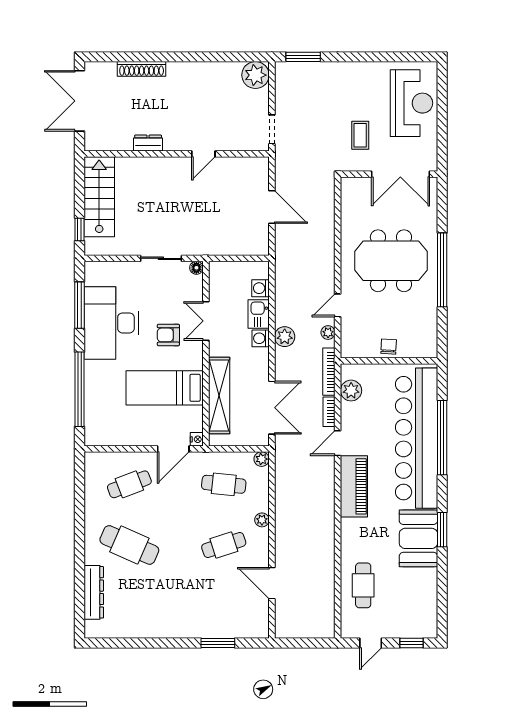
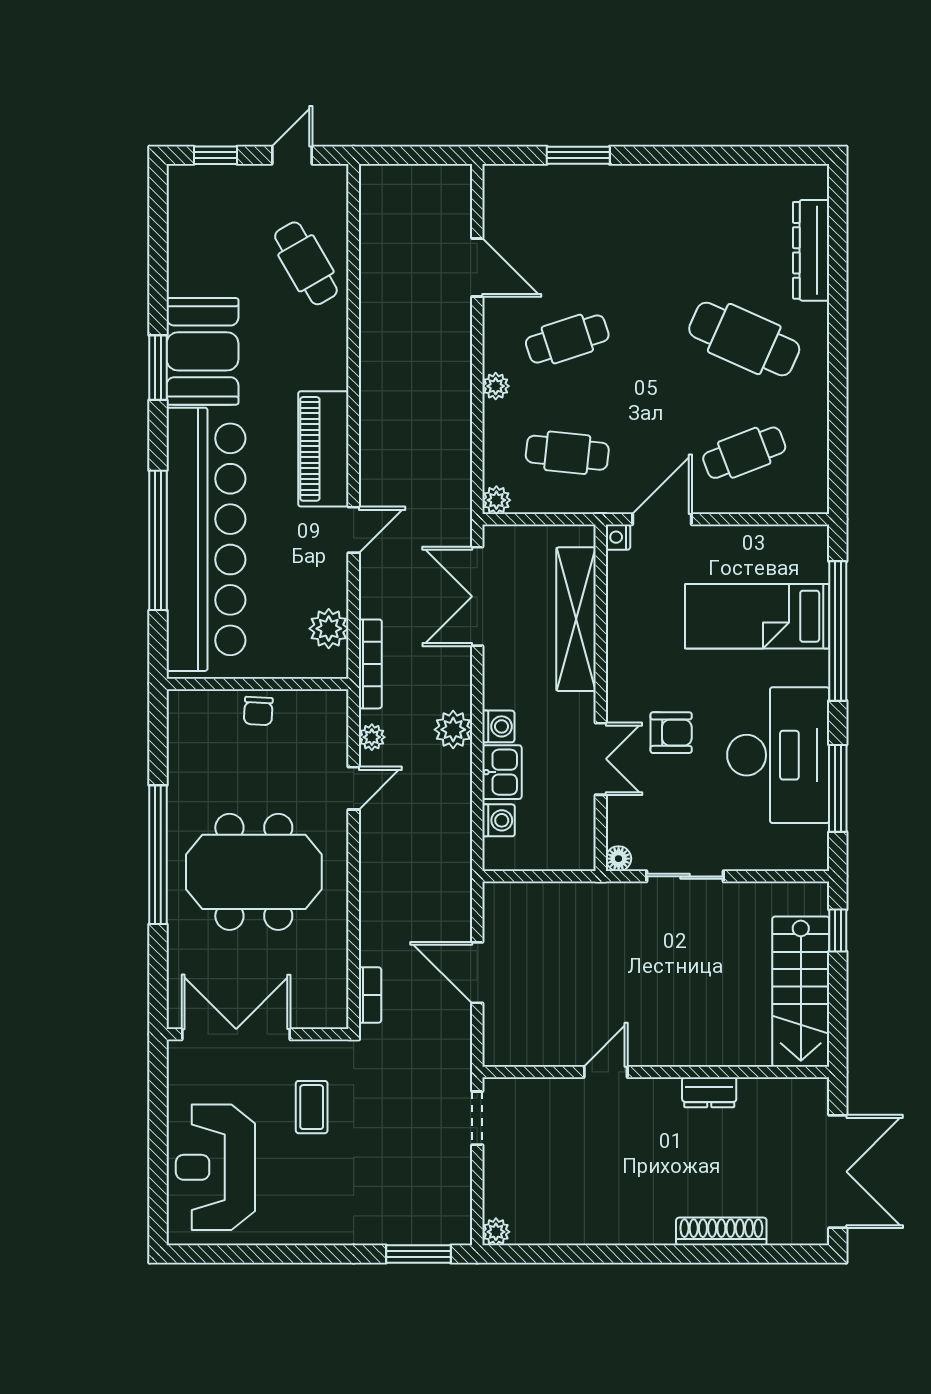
plant: (255, 75) -> (496, 1232), width x0.53, depth x0.53
bed: (165, 388) -> (757, 616), moved, turned 180
bookcase: (329, 412) -> (370, 995), moved
cafe table: (363, 585) -> (306, 263), turned -30

